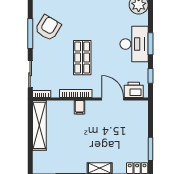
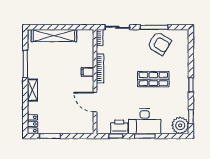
shop shelf: (82, 58) -> (153, 79), moved
printer: (134, 90) -> (119, 127), moved, turned -90
door: (113, 99) -> (95, 102), swing flipped
shelving: (39, 125) -> (54, 36), moved

